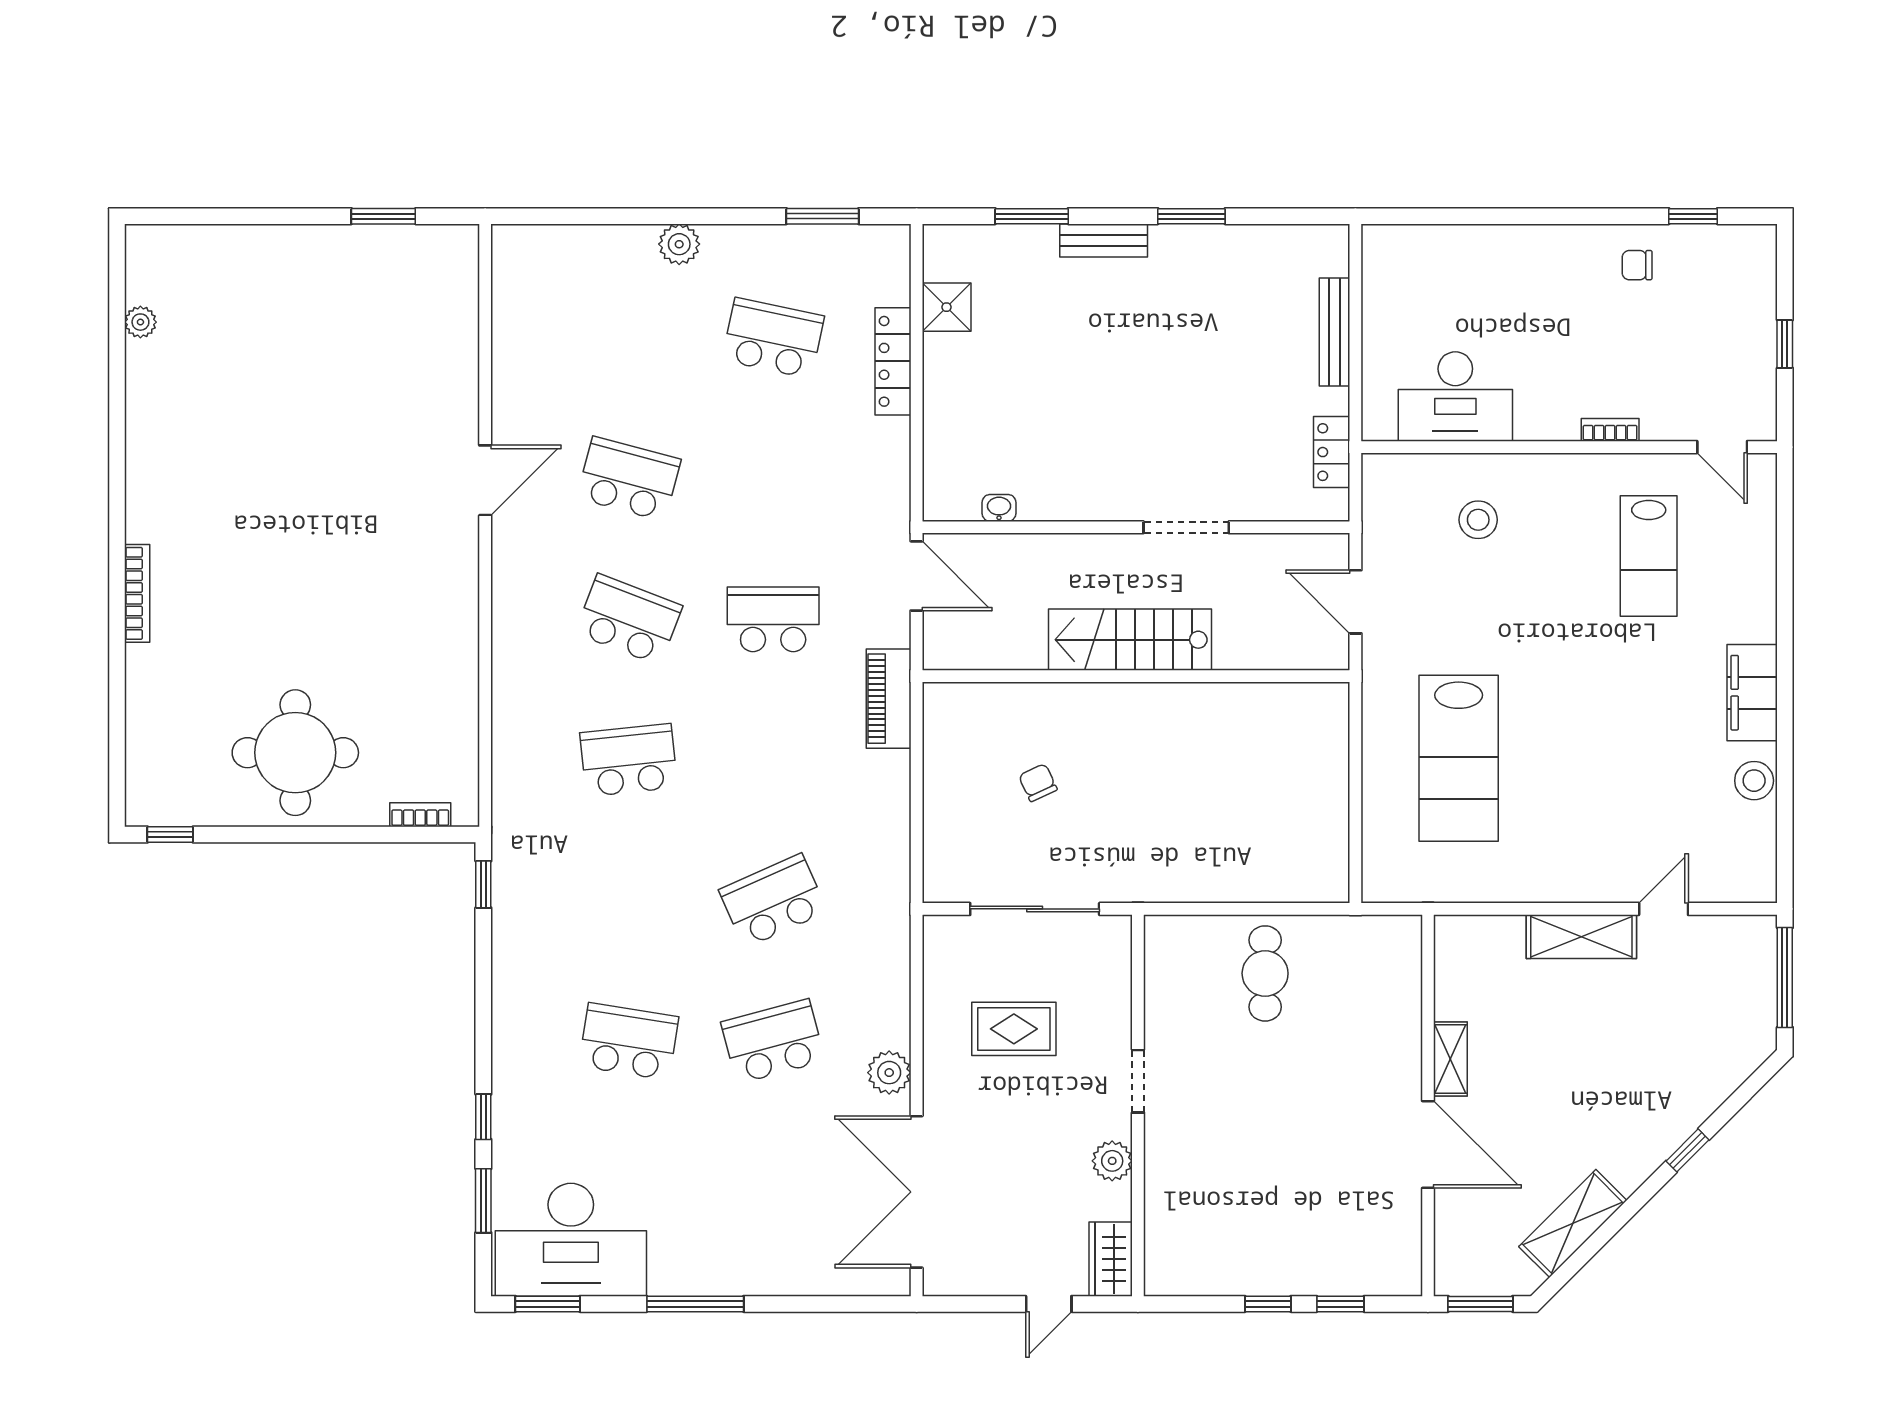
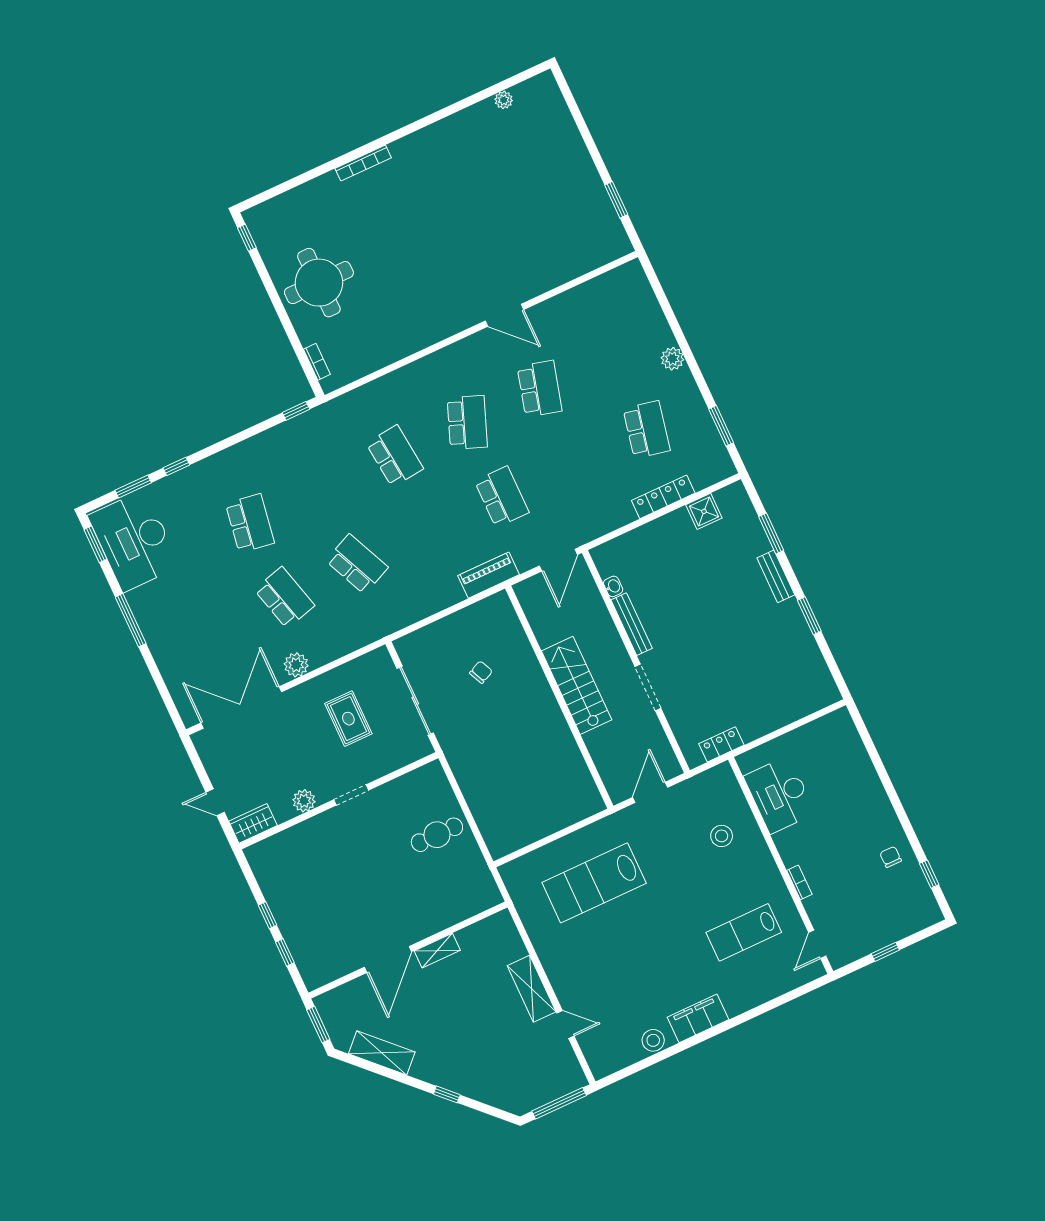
bench: (1335, 332) -> (632, 624), moved, turned 90

